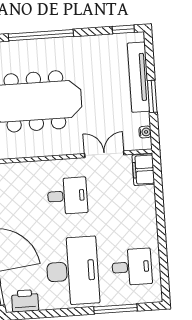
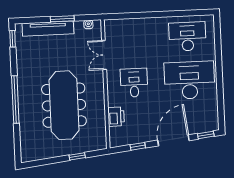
filing cabinet: (143, 170) -> (116, 26), removed
desk: (132, 267) -> (187, 36), width x1.37
printer: (25, 301) -> (116, 117), moved, turned 180
window: (115, 309) -> (218, 49), removed

